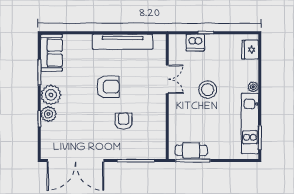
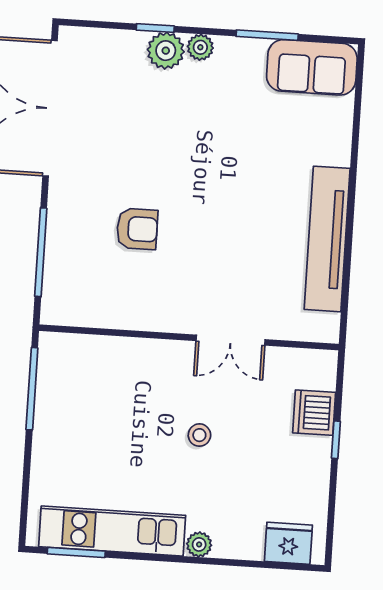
armchair: (108, 87) -> (222, 198), removed
stool: (208, 90) -> (199, 435), width x0.53, depth x0.53
plant: (51, 95) -> (200, 47), width x0.53, depth x0.53
cafe table: (191, 150) -> (57, 386), removed

